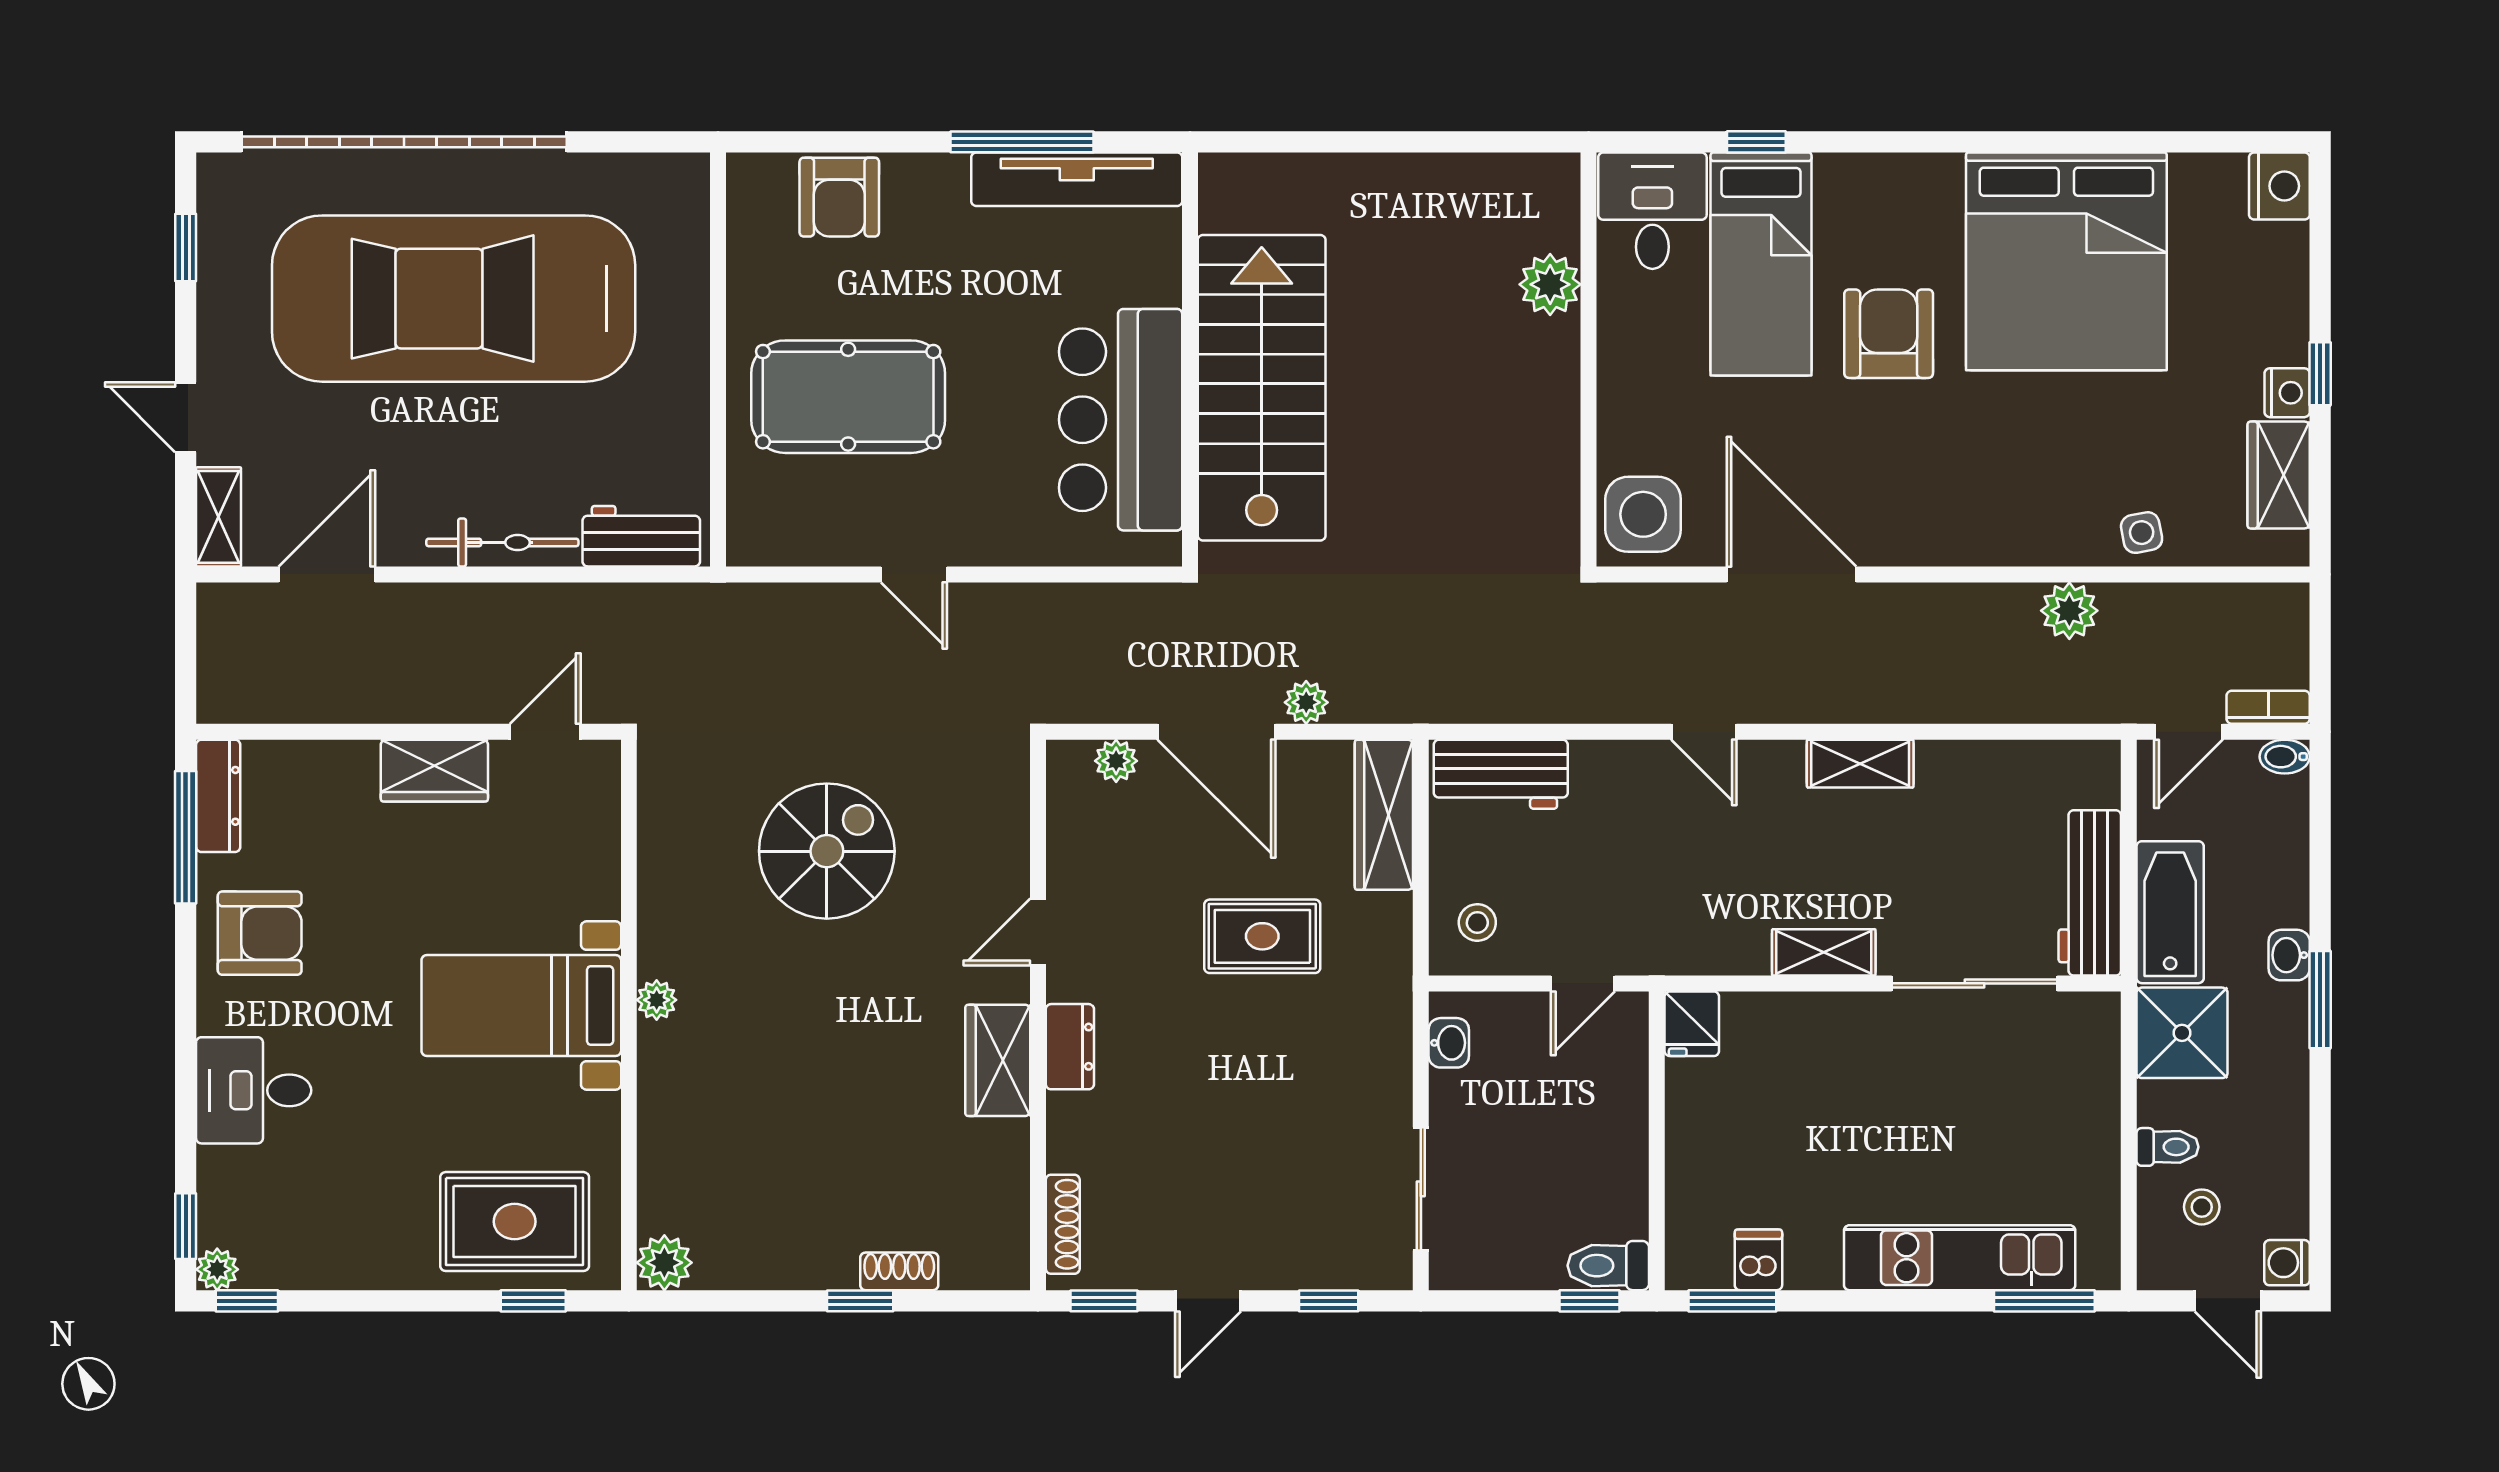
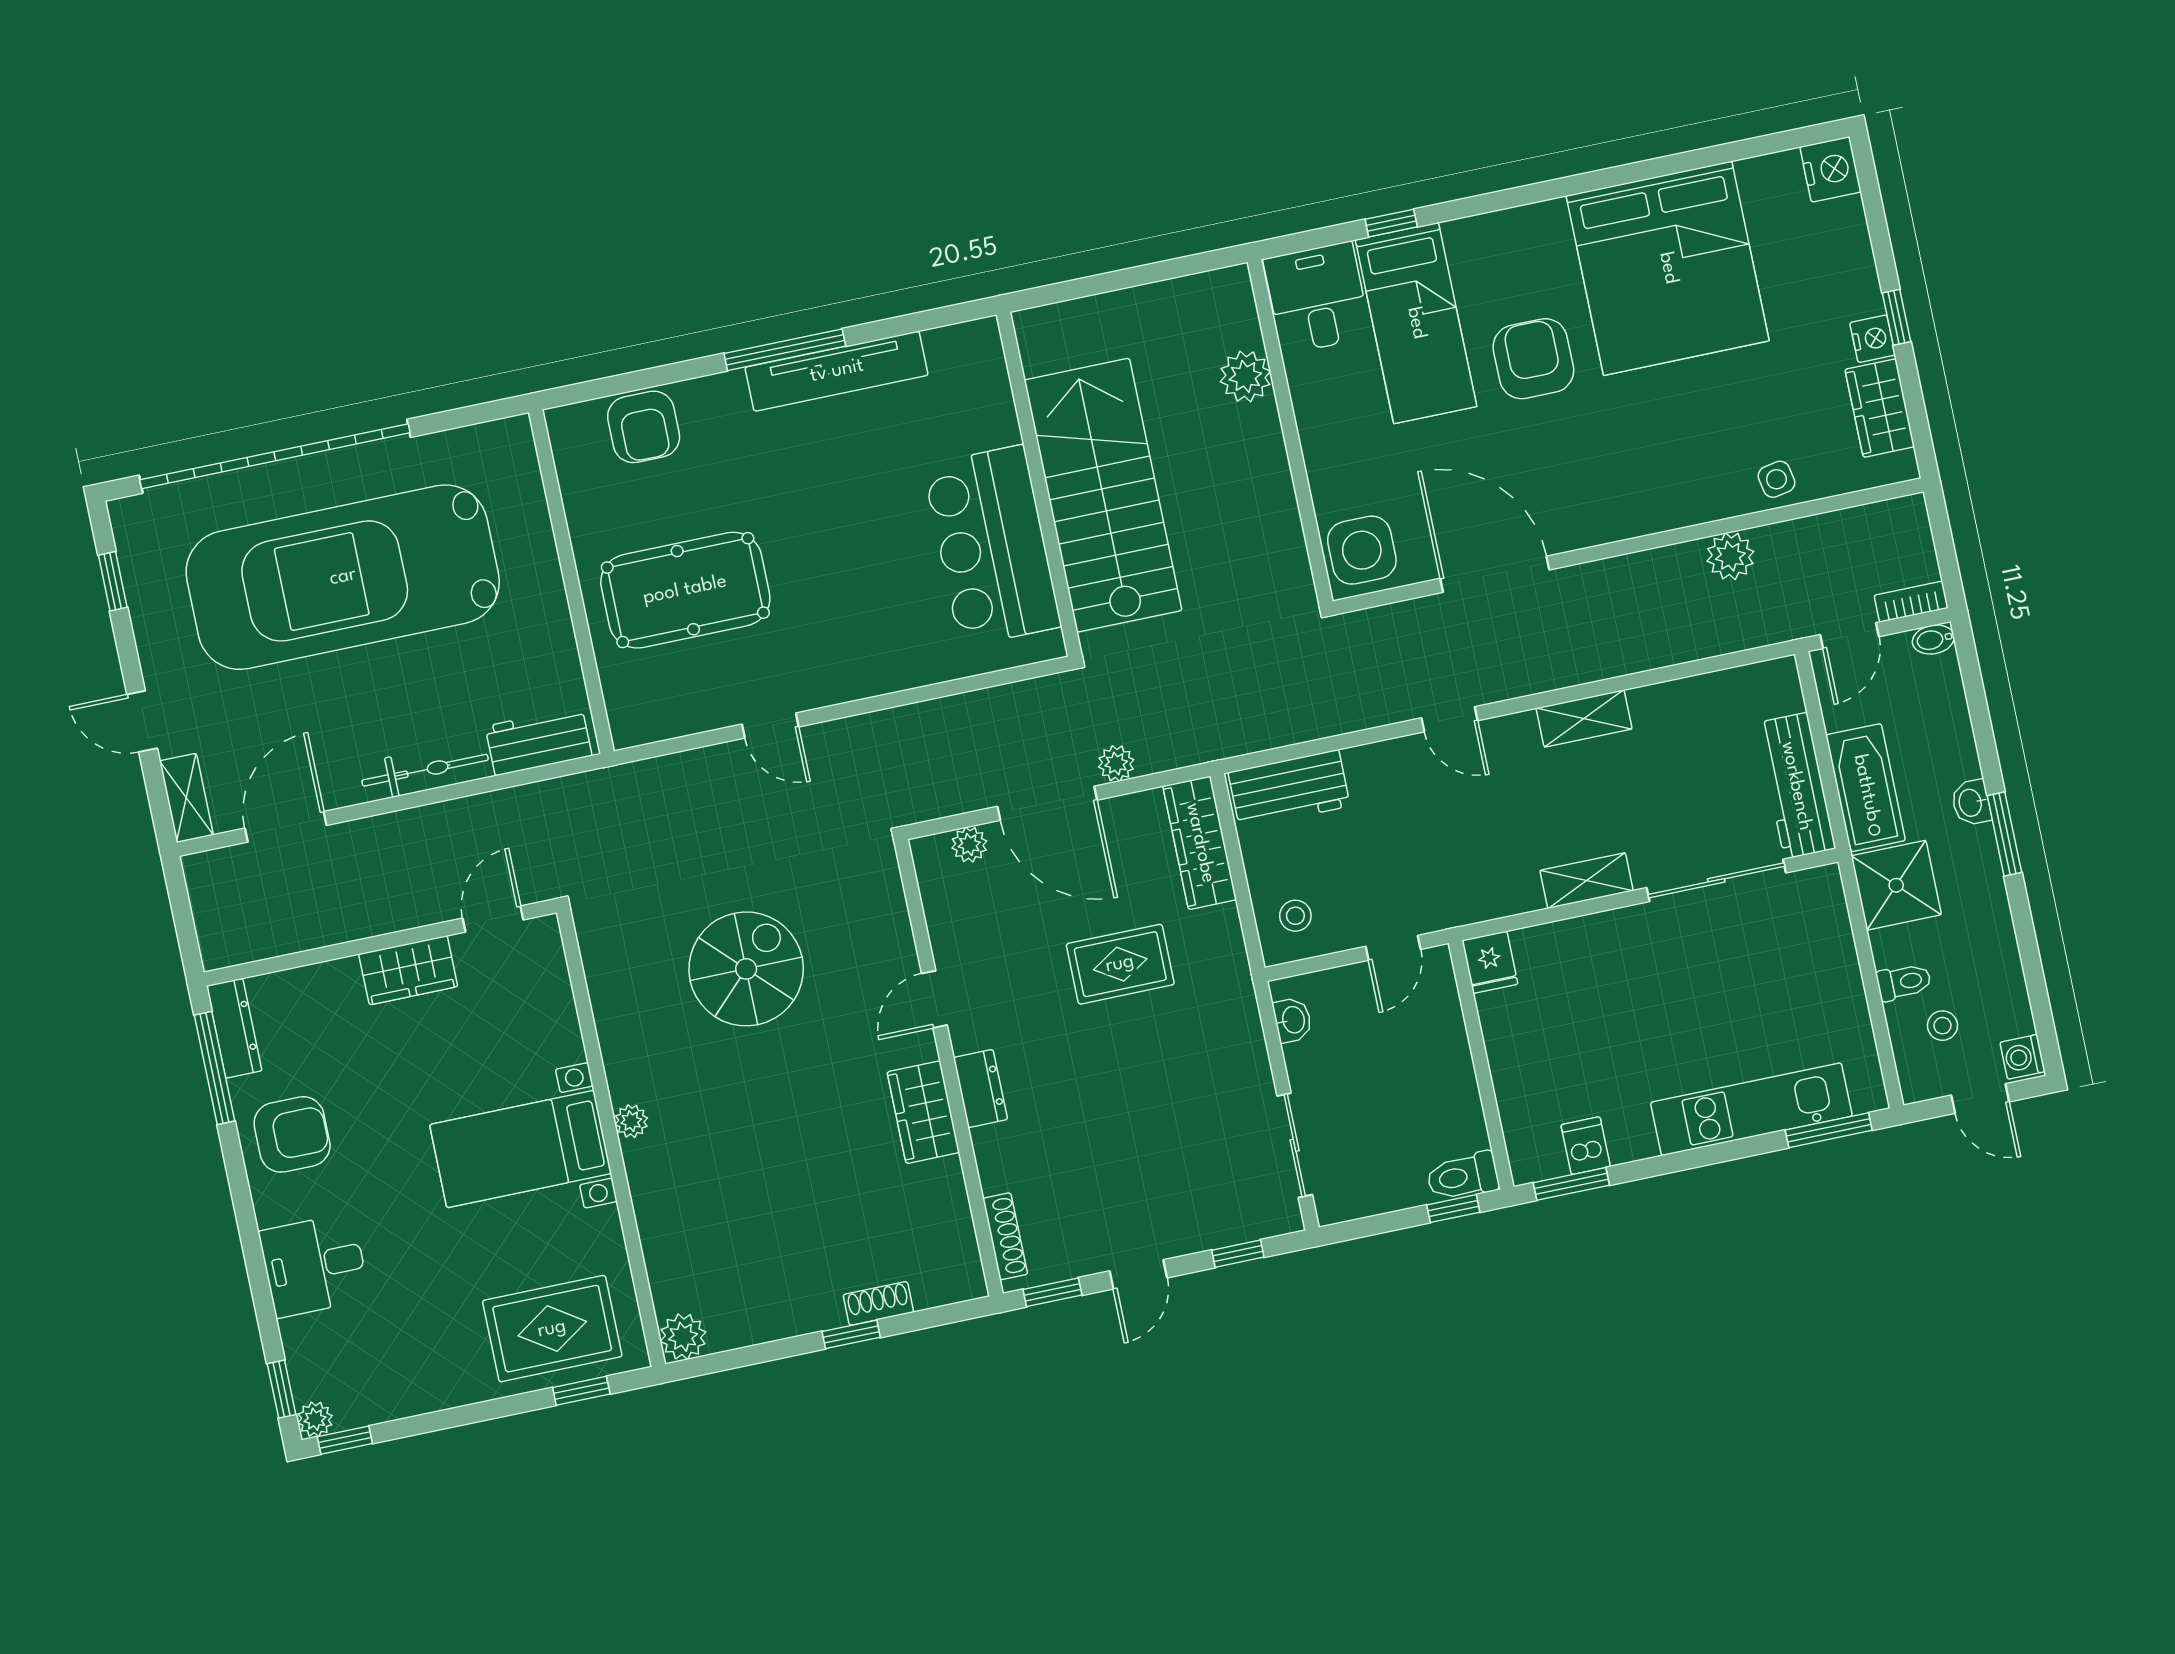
wall: (1190, 359) -> (1039, 484), moved
stairs: (1262, 388) -> (1103, 495), moved
bar counter: (1121, 420) -> (992, 546), moved

